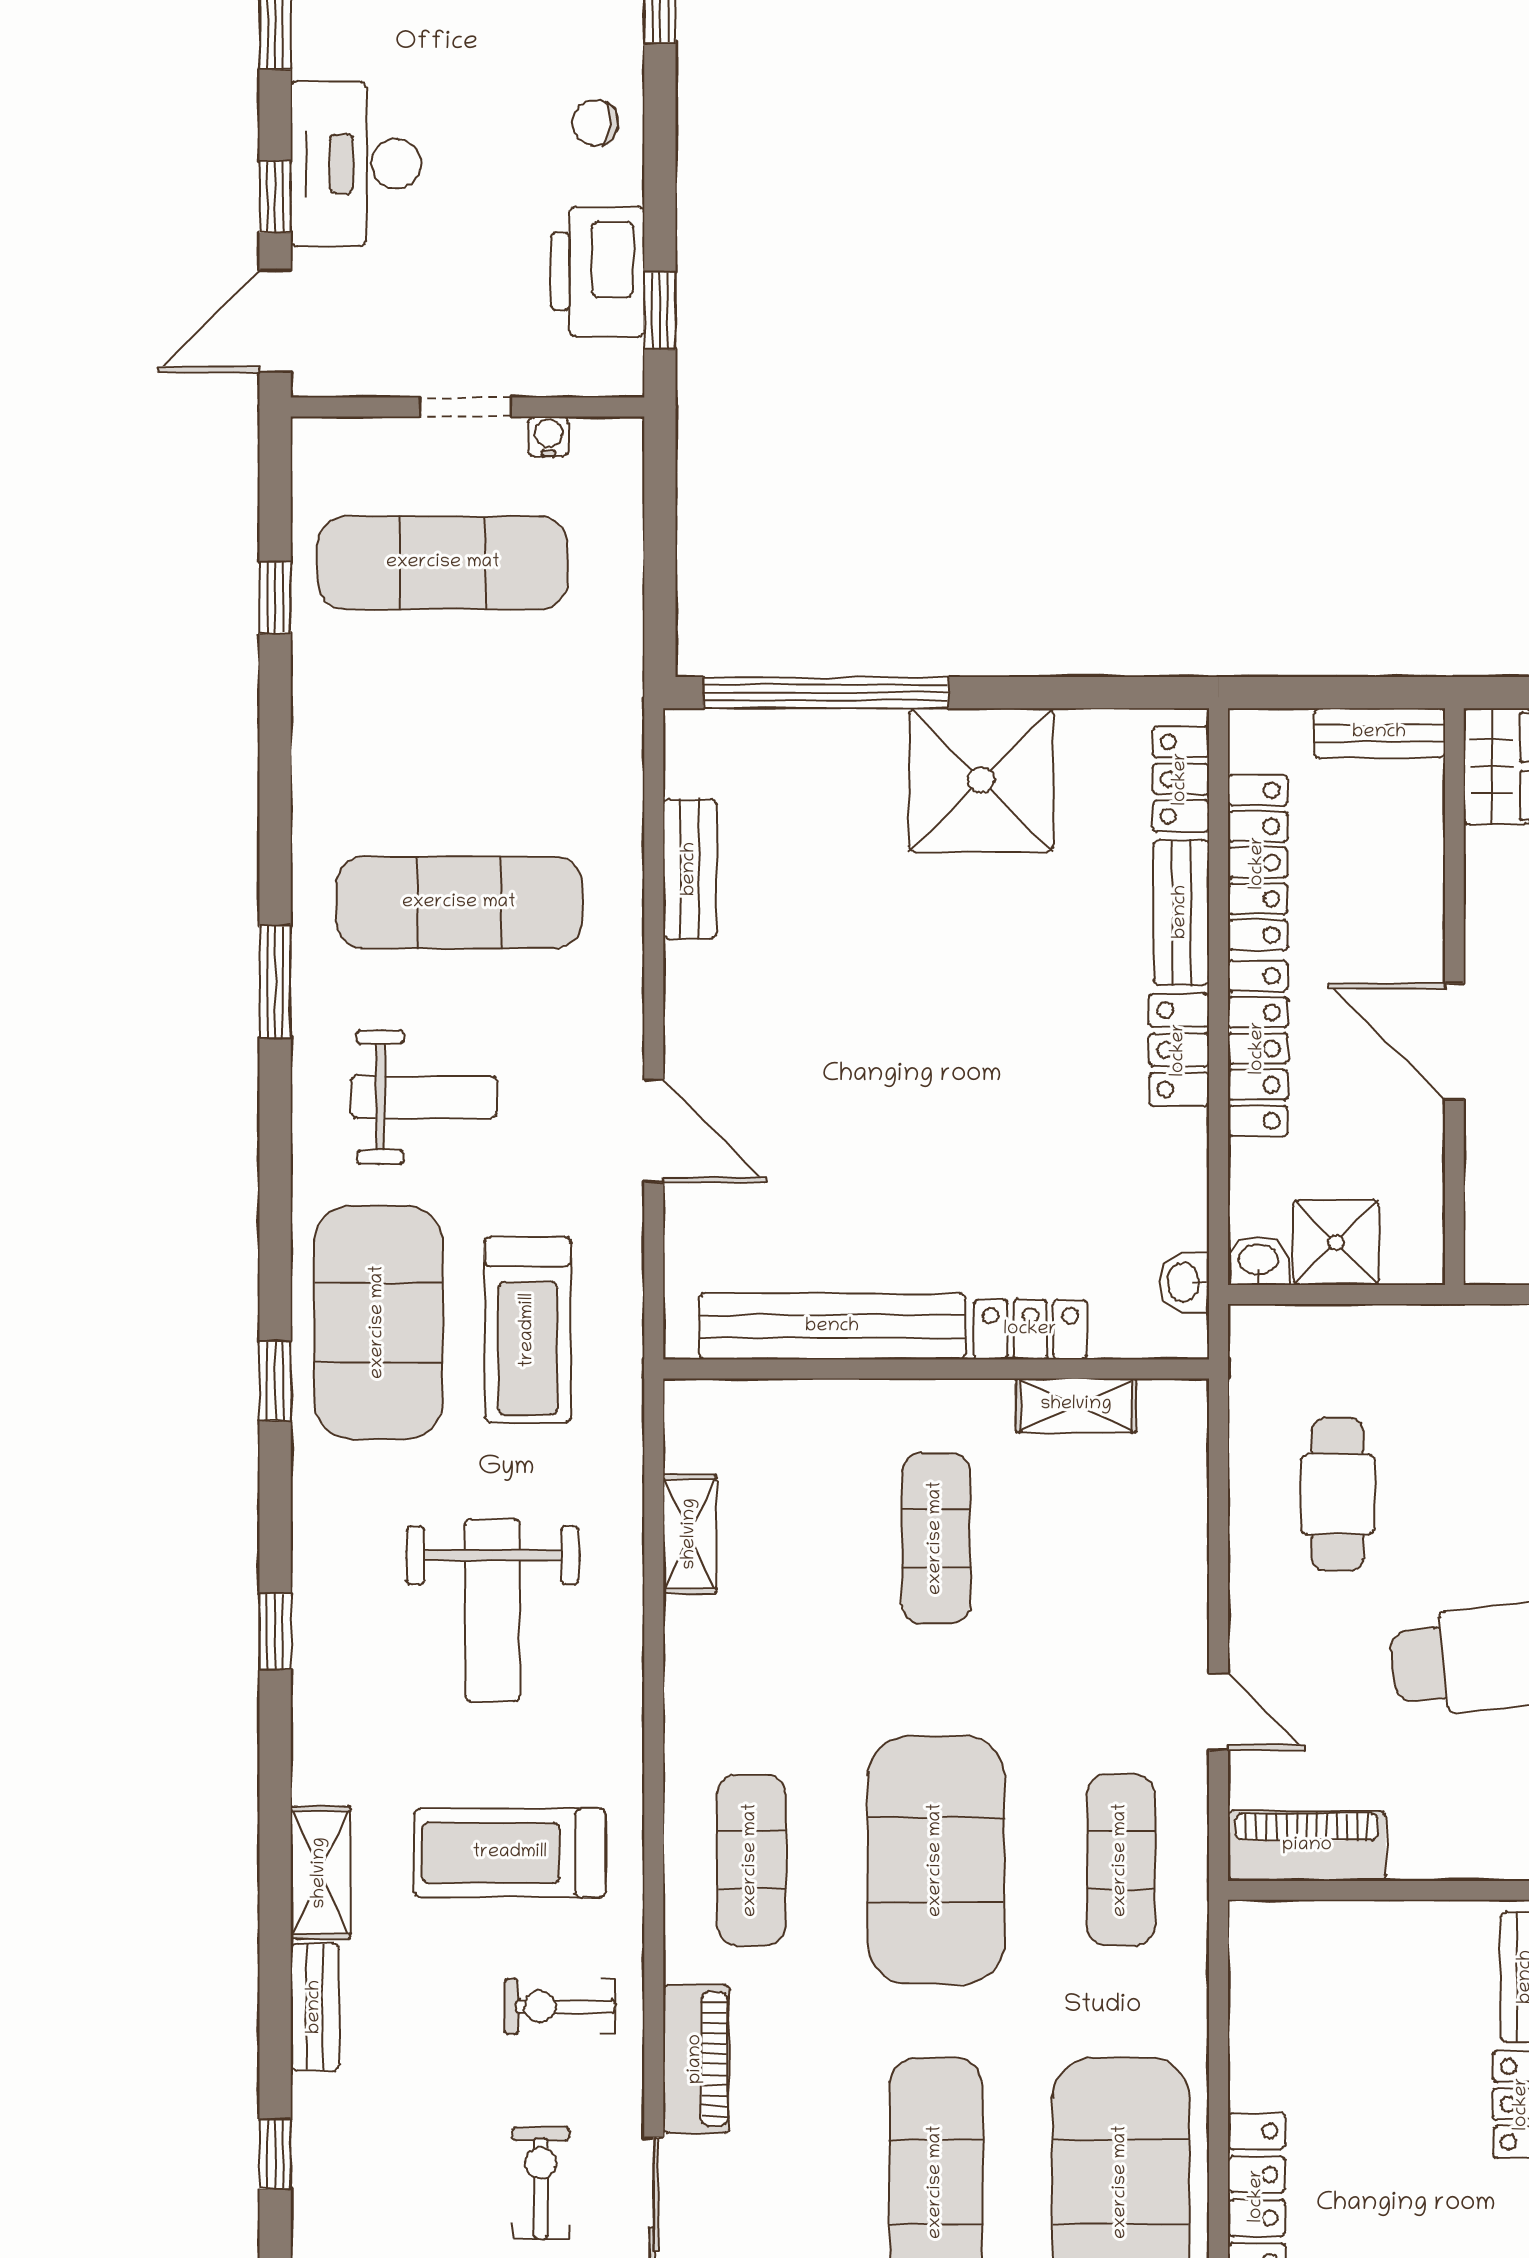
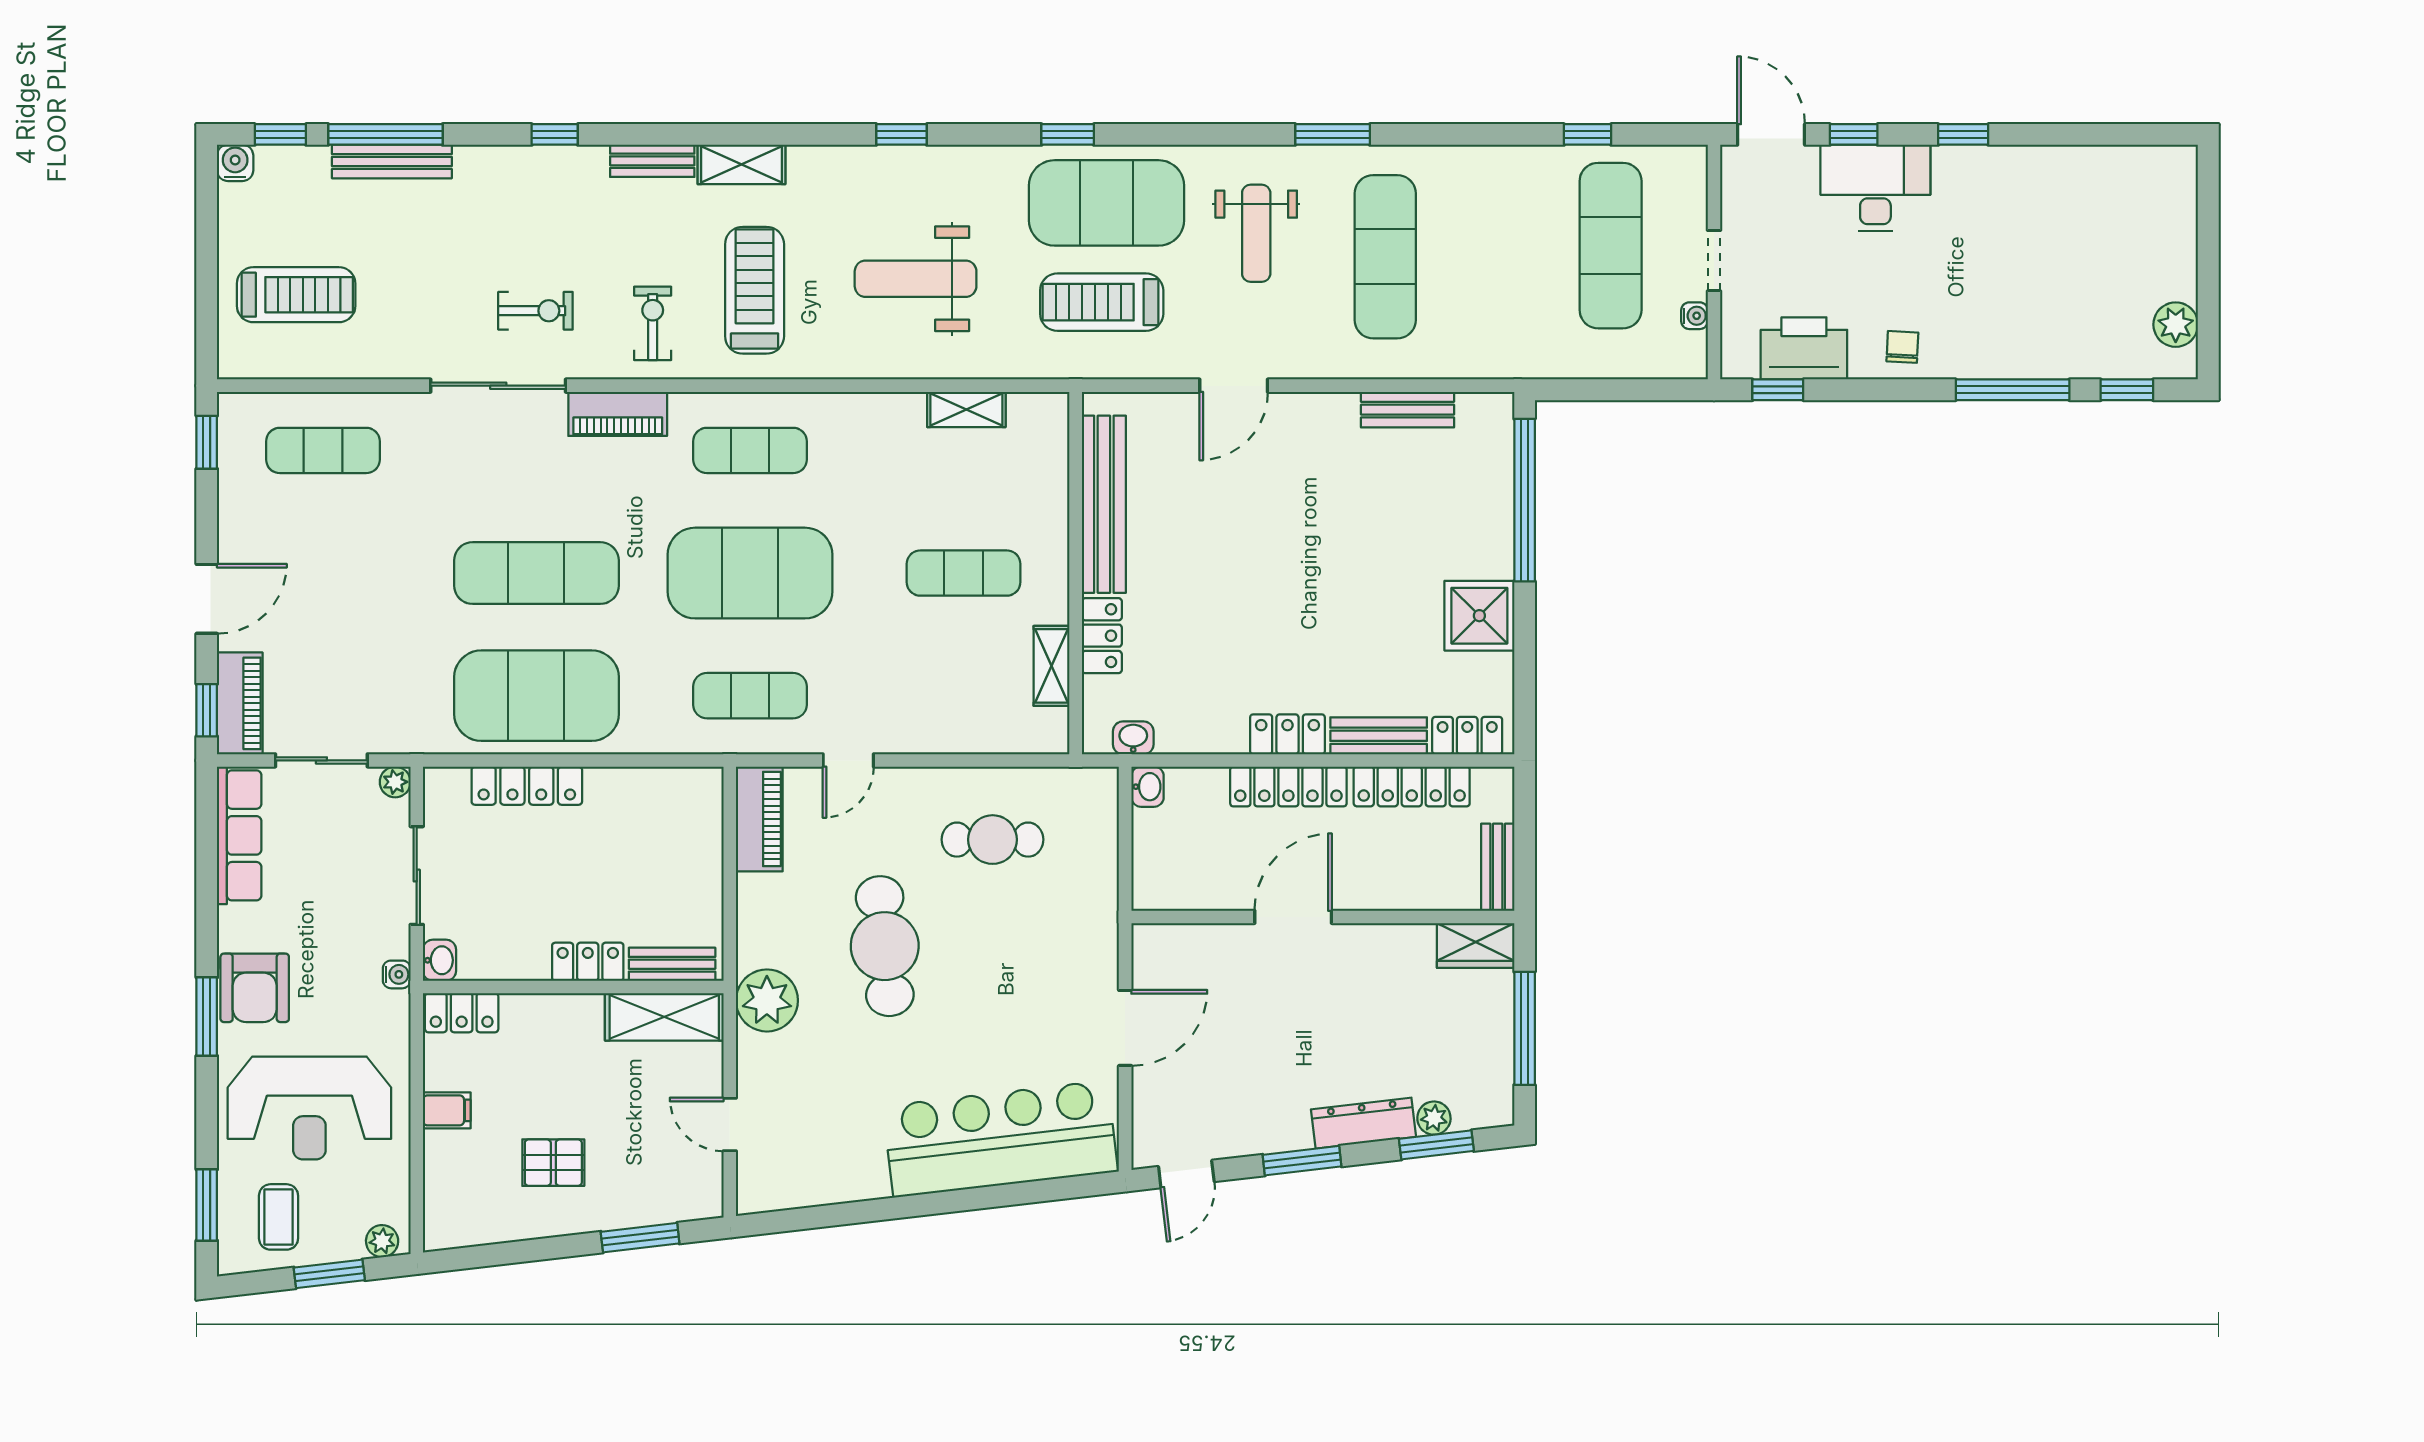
shower: (981, 780) -> (1479, 616), width x0.73, depth x0.73
shower: (1336, 1243) -> (1160, 838), removed

